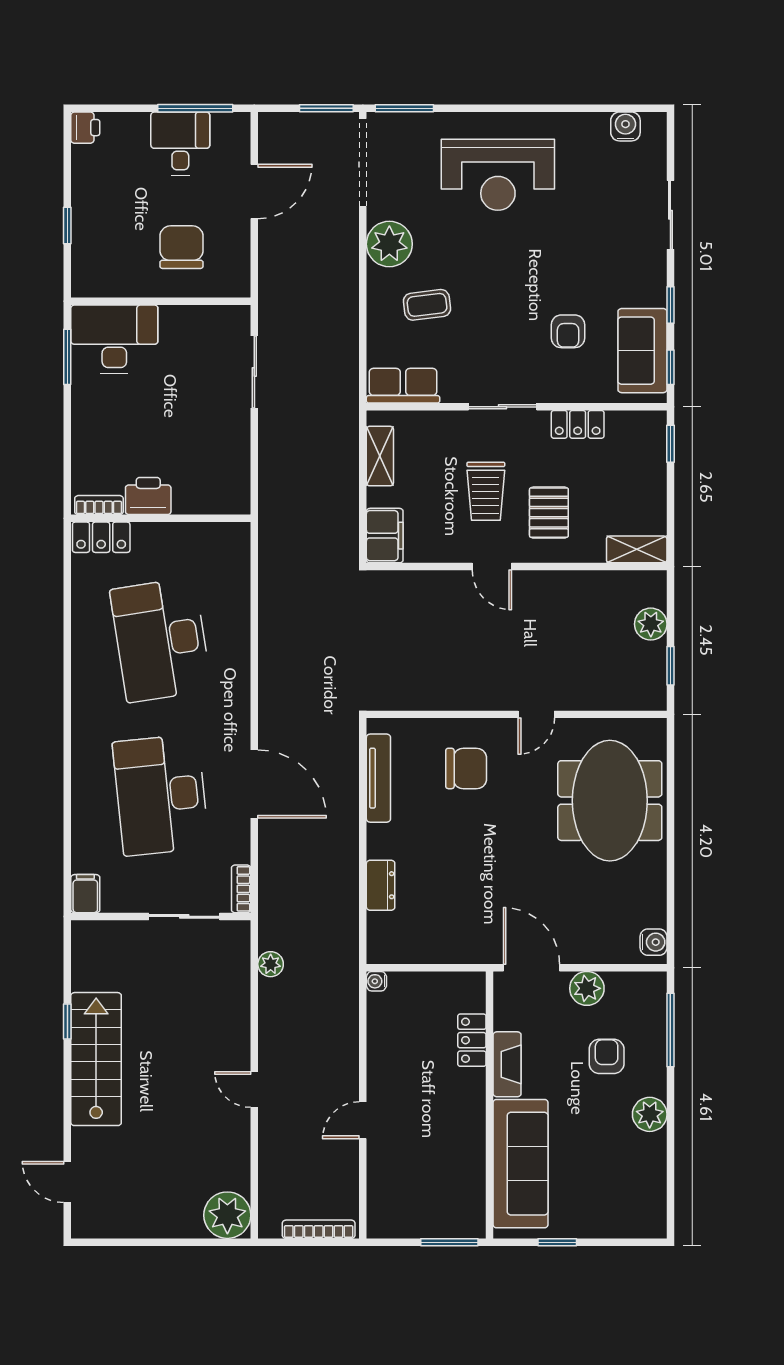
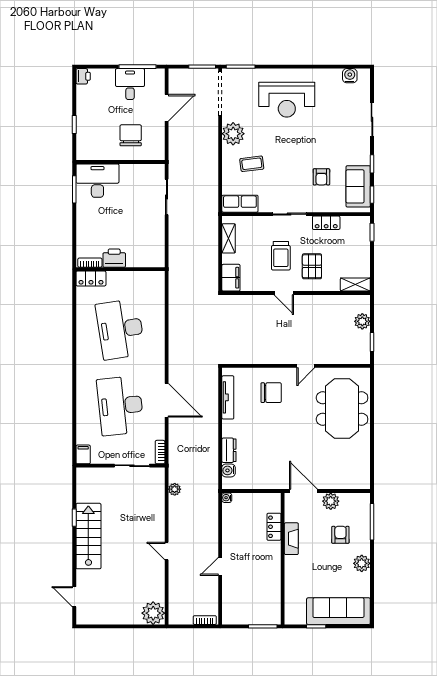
water cooler: (654, 942) -> (229, 470), moved, turned 180
sofa: (520, 1164) -> (338, 611), moved, turned -90
bookcase: (319, 1229) -> (205, 620), width x0.64

